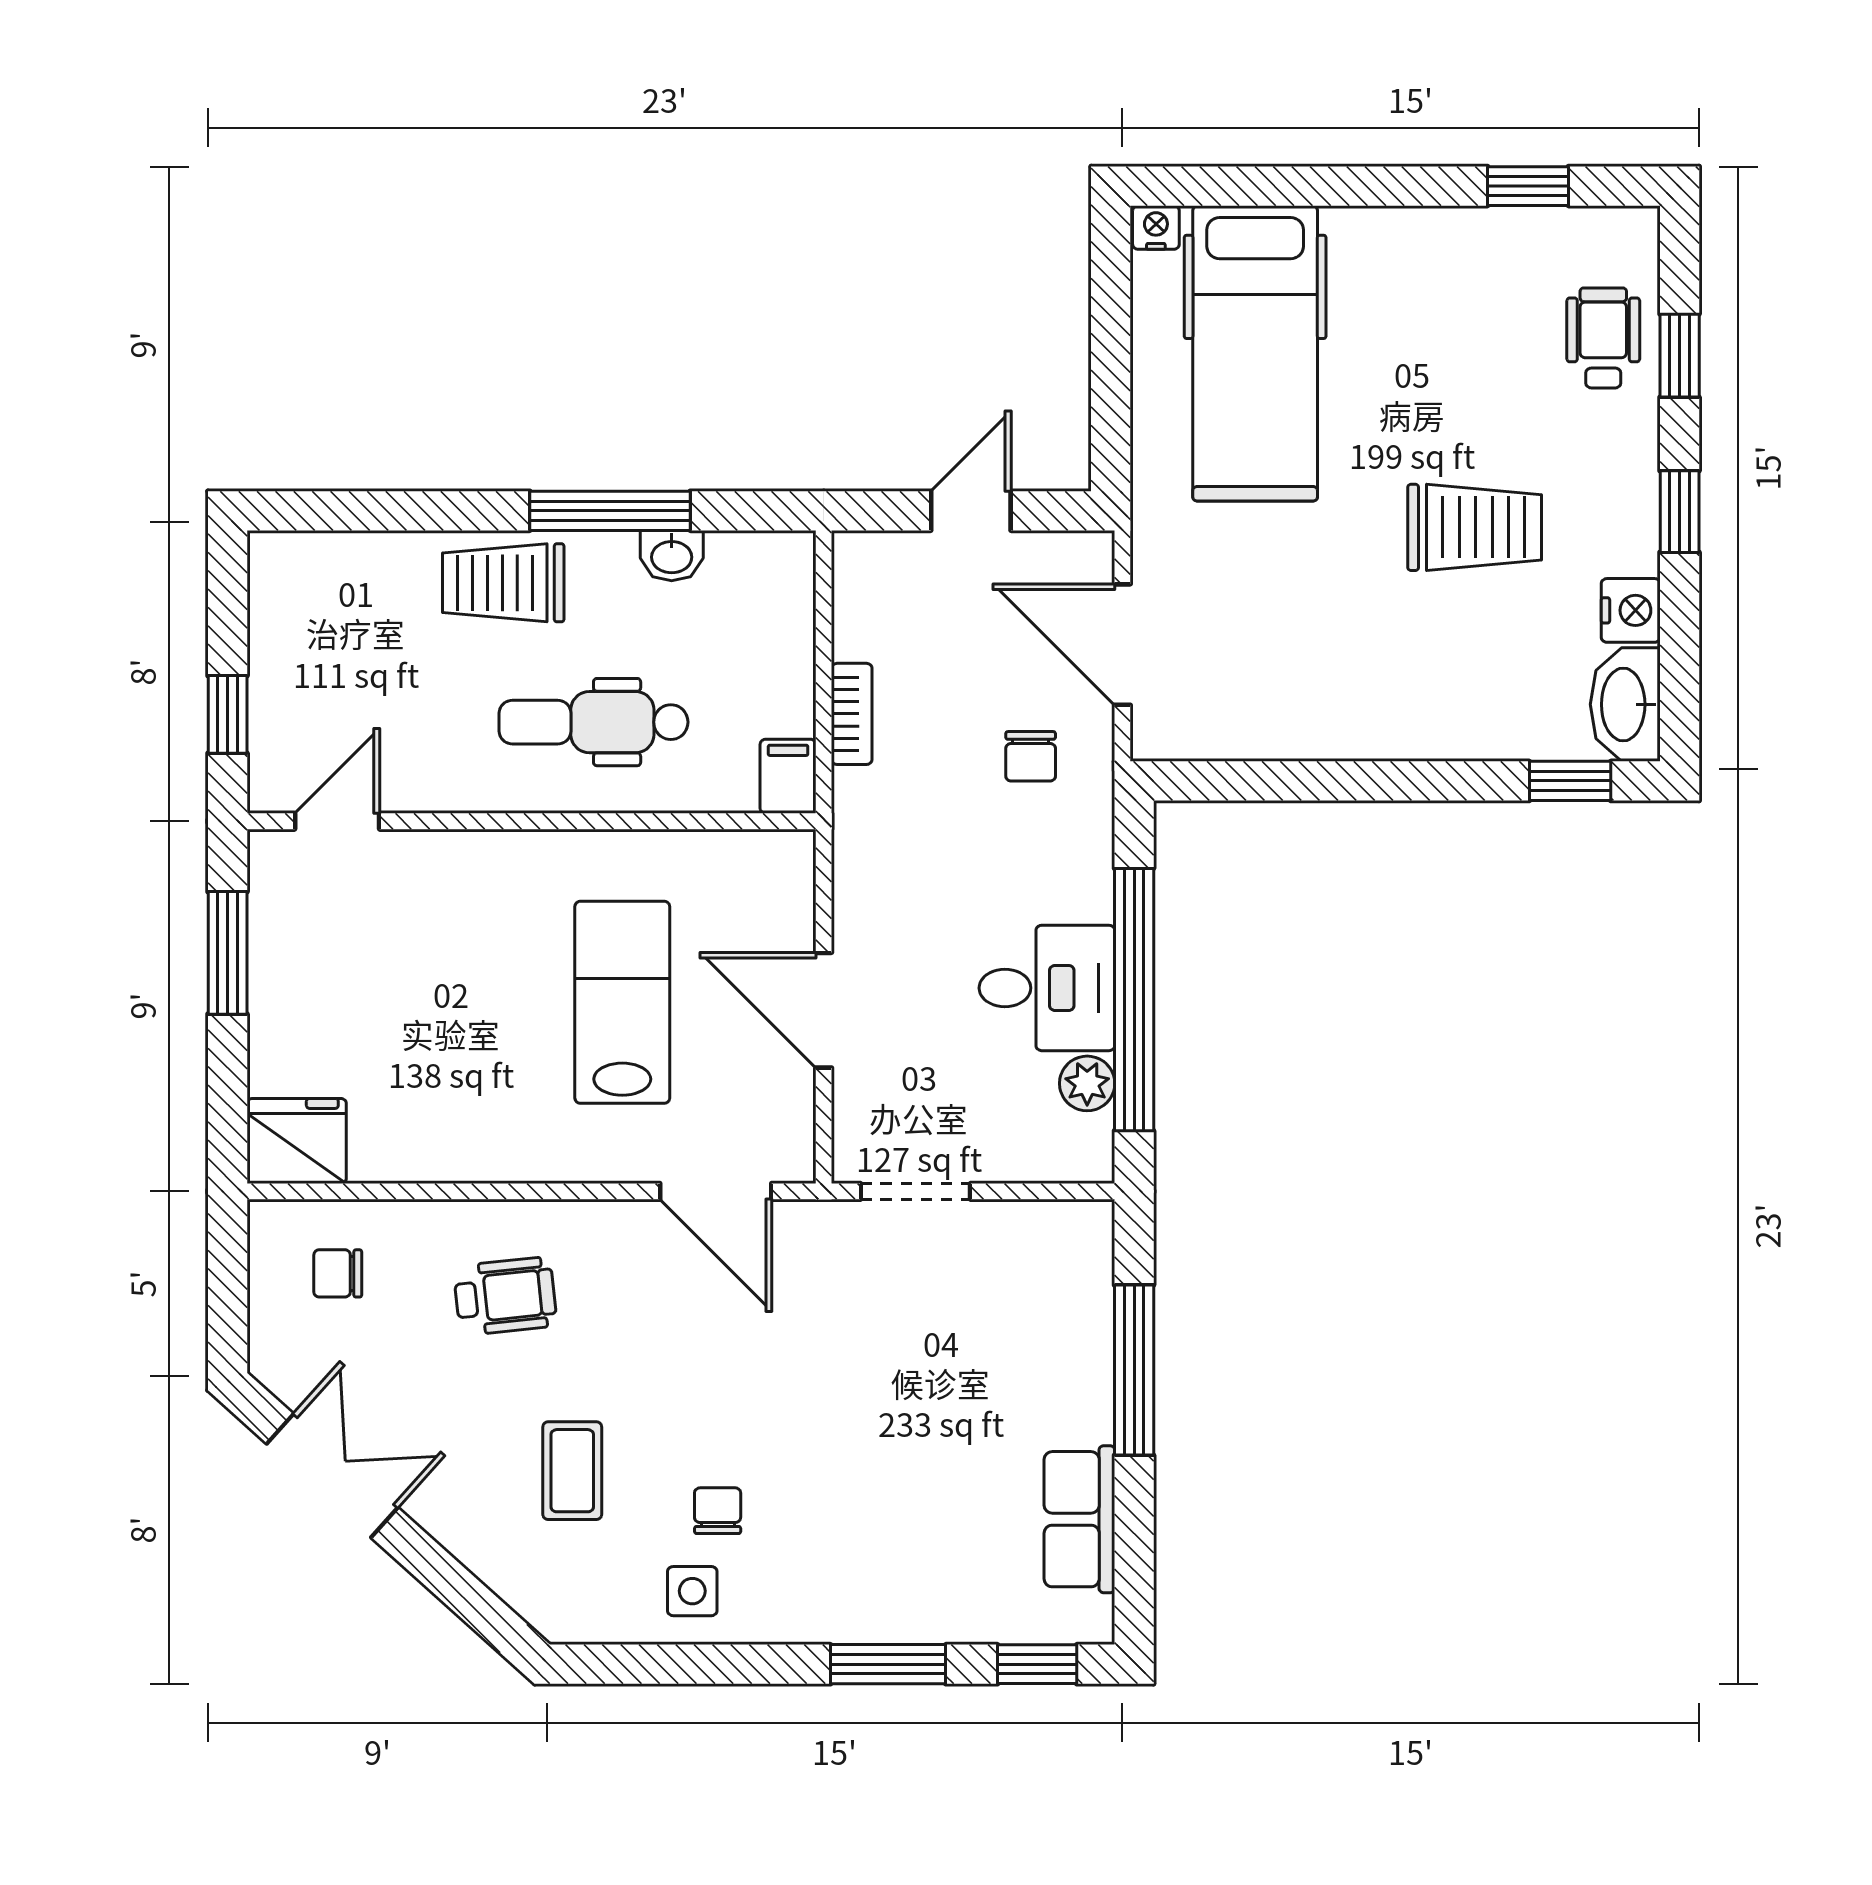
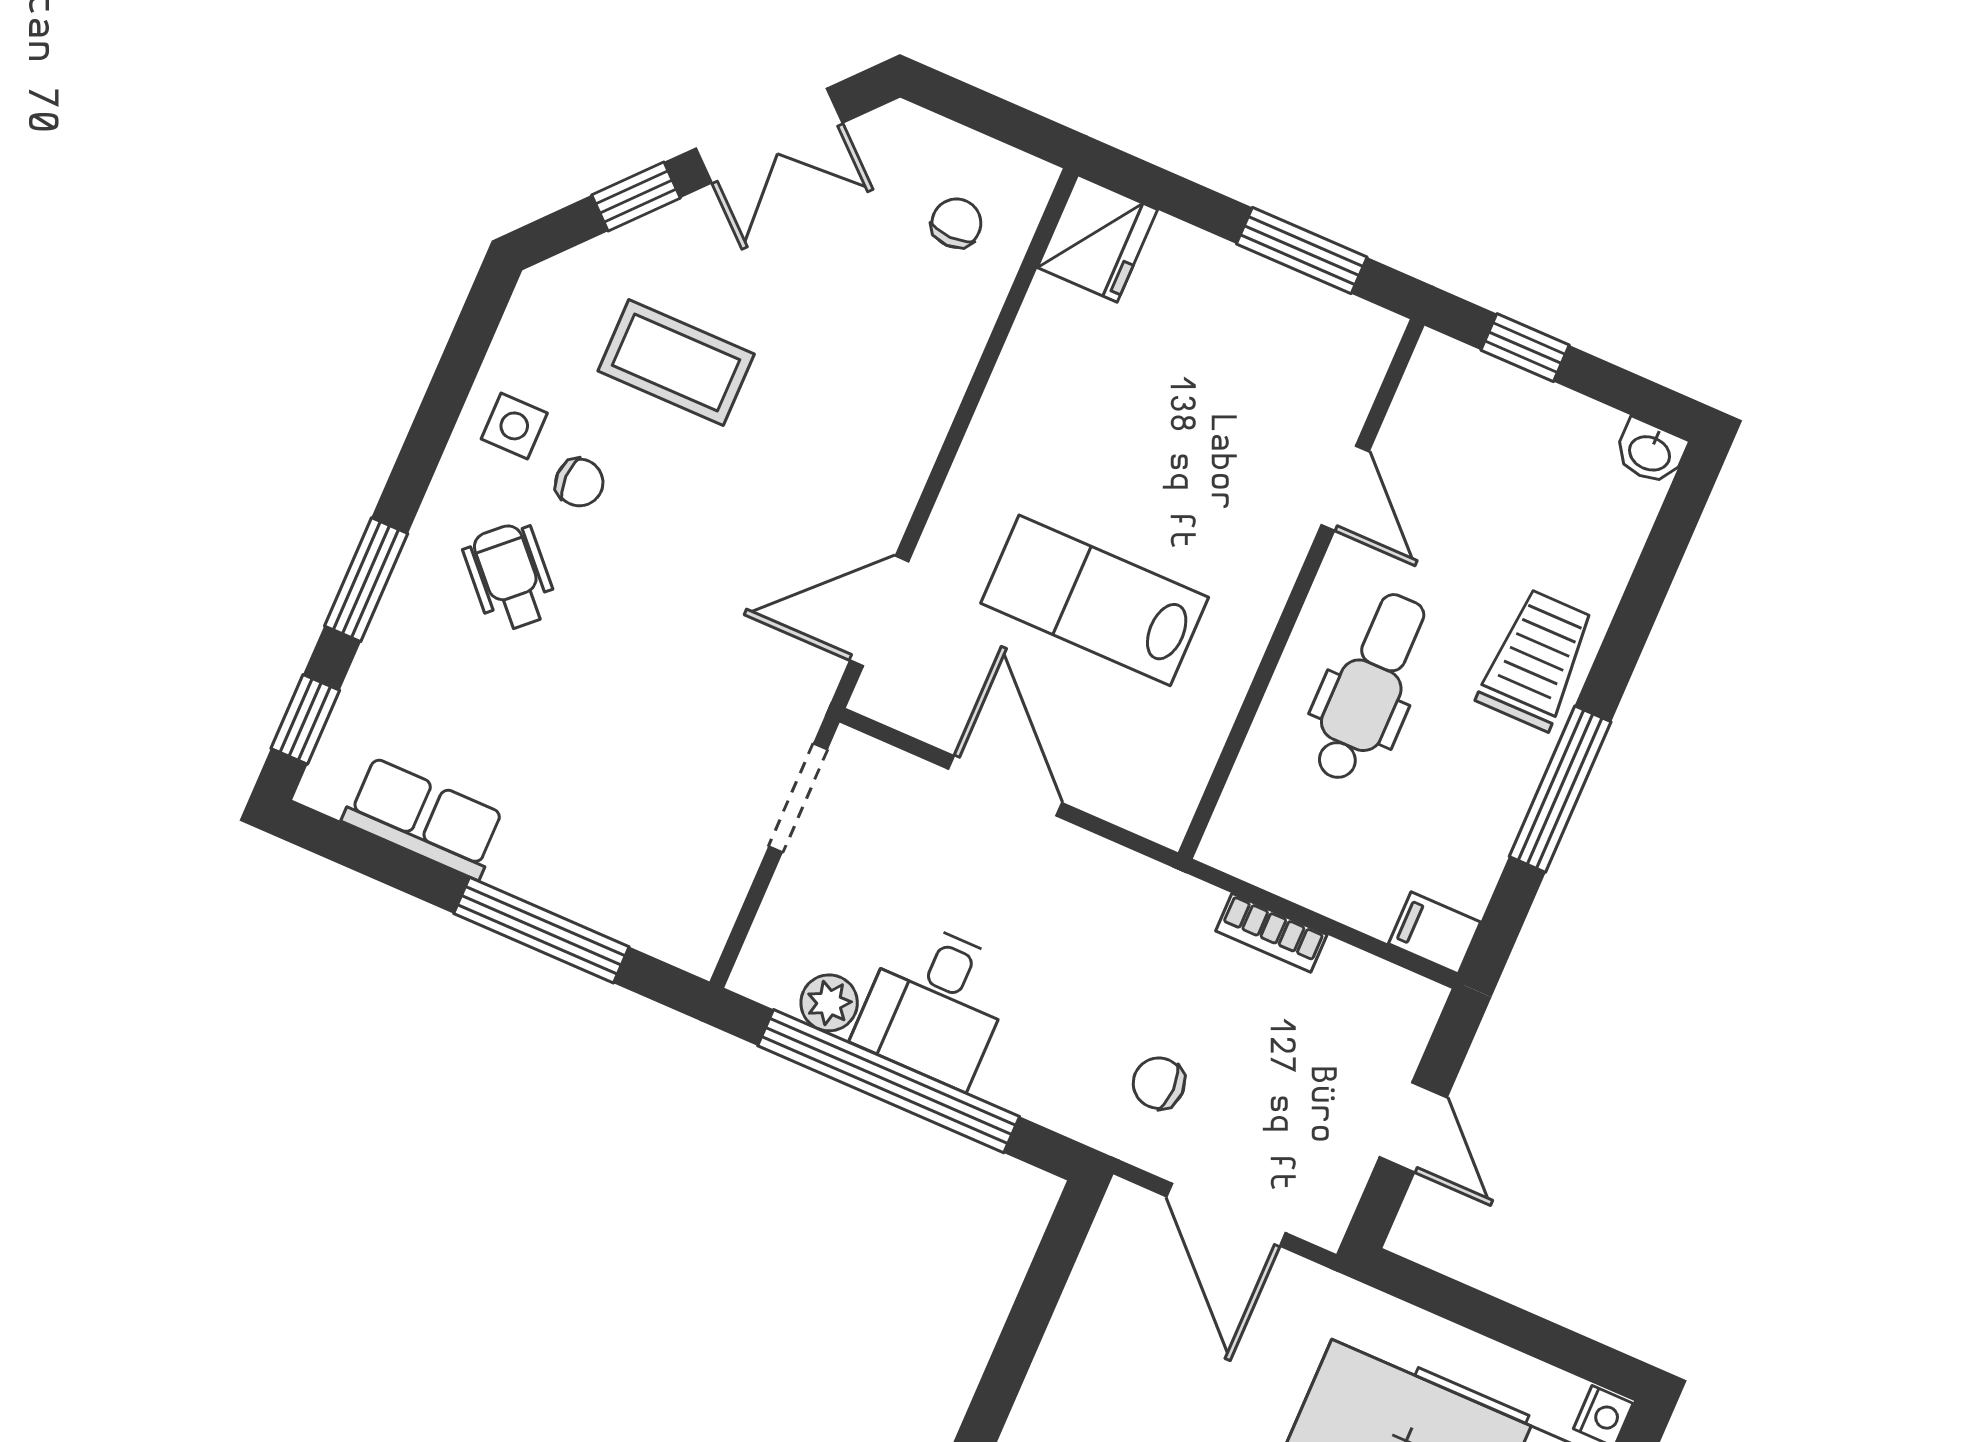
washbasin: (672, 556) -> (1650, 452), moved, turned -90
door: (1122, 645) -> (1226, 1215), swing flipped
filing cabinet: (788, 776) -> (1435, 933), moved, turned 180
door: (337, 821) -> (1345, 488), moved
lab bench: (622, 1002) -> (1095, 600), turned 180
door: (824, 1010) -> (1005, 786), hinge flipped
wheelchair: (505, 1296) -> (510, 577), moved, turned 143
coffee table: (572, 1471) -> (676, 363), width x1.36, depth x1.30
window: (439, 1571) -> (636, 197), added

